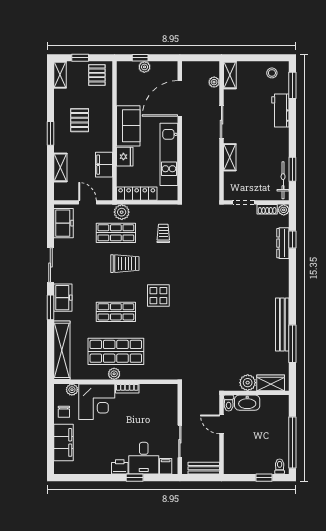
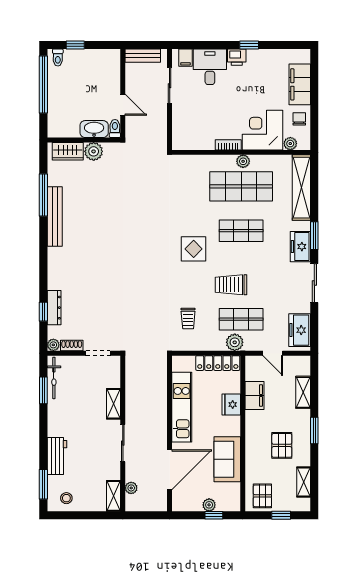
shelving: (60, 75) -> (304, 482), moved
sofa: (128, 126) -> (227, 459), moved
window: (135, 478) -> (249, 45), moved

